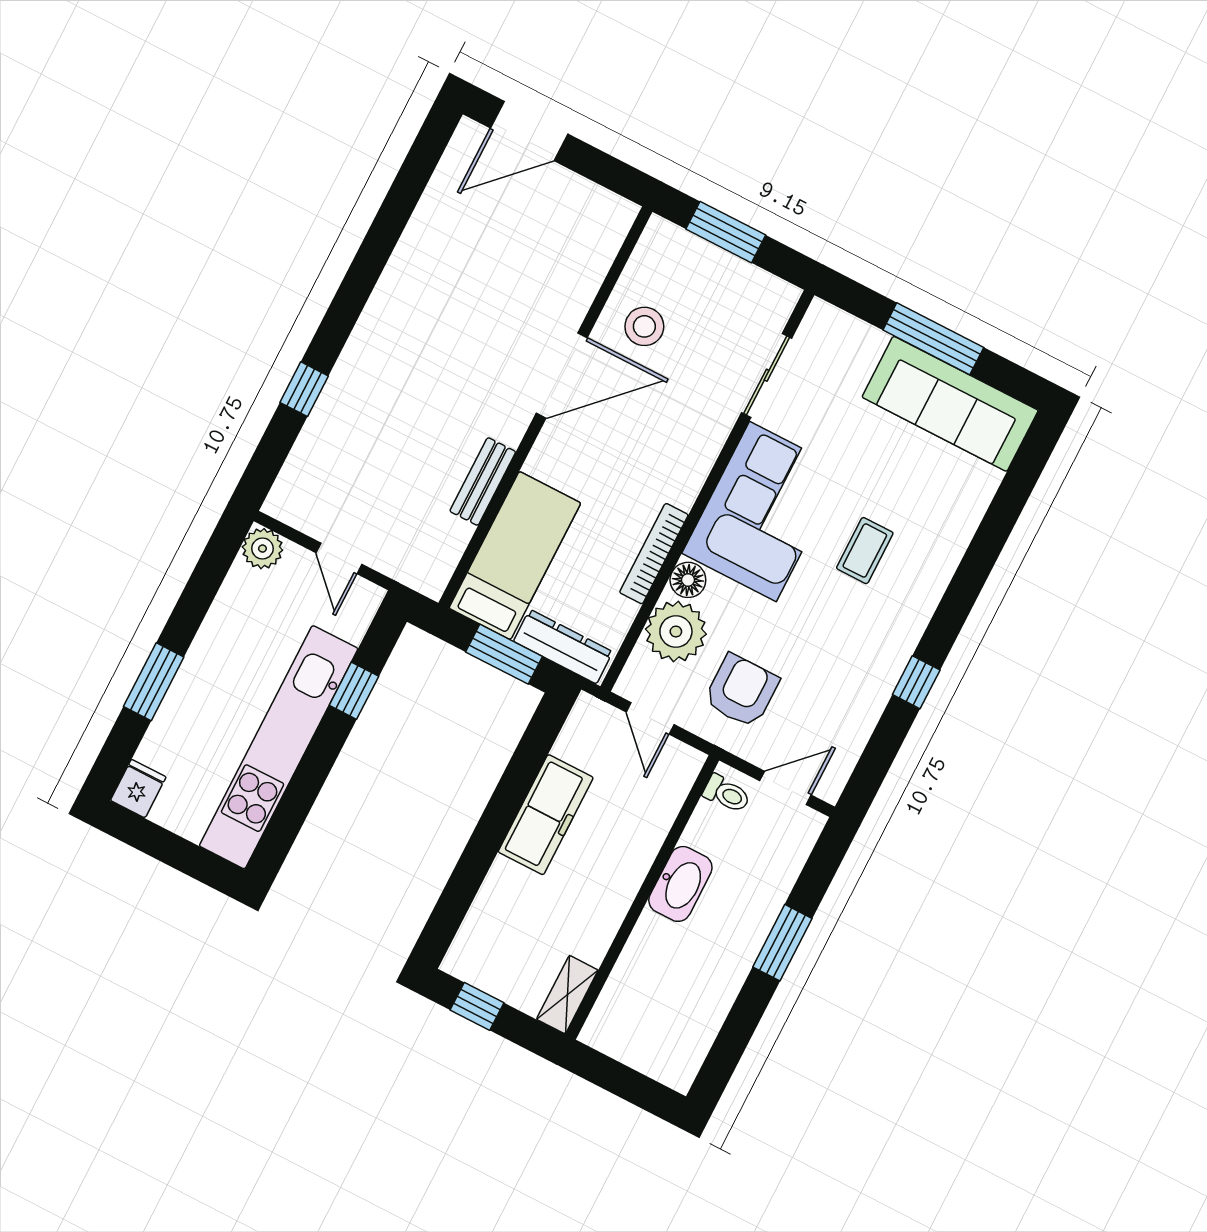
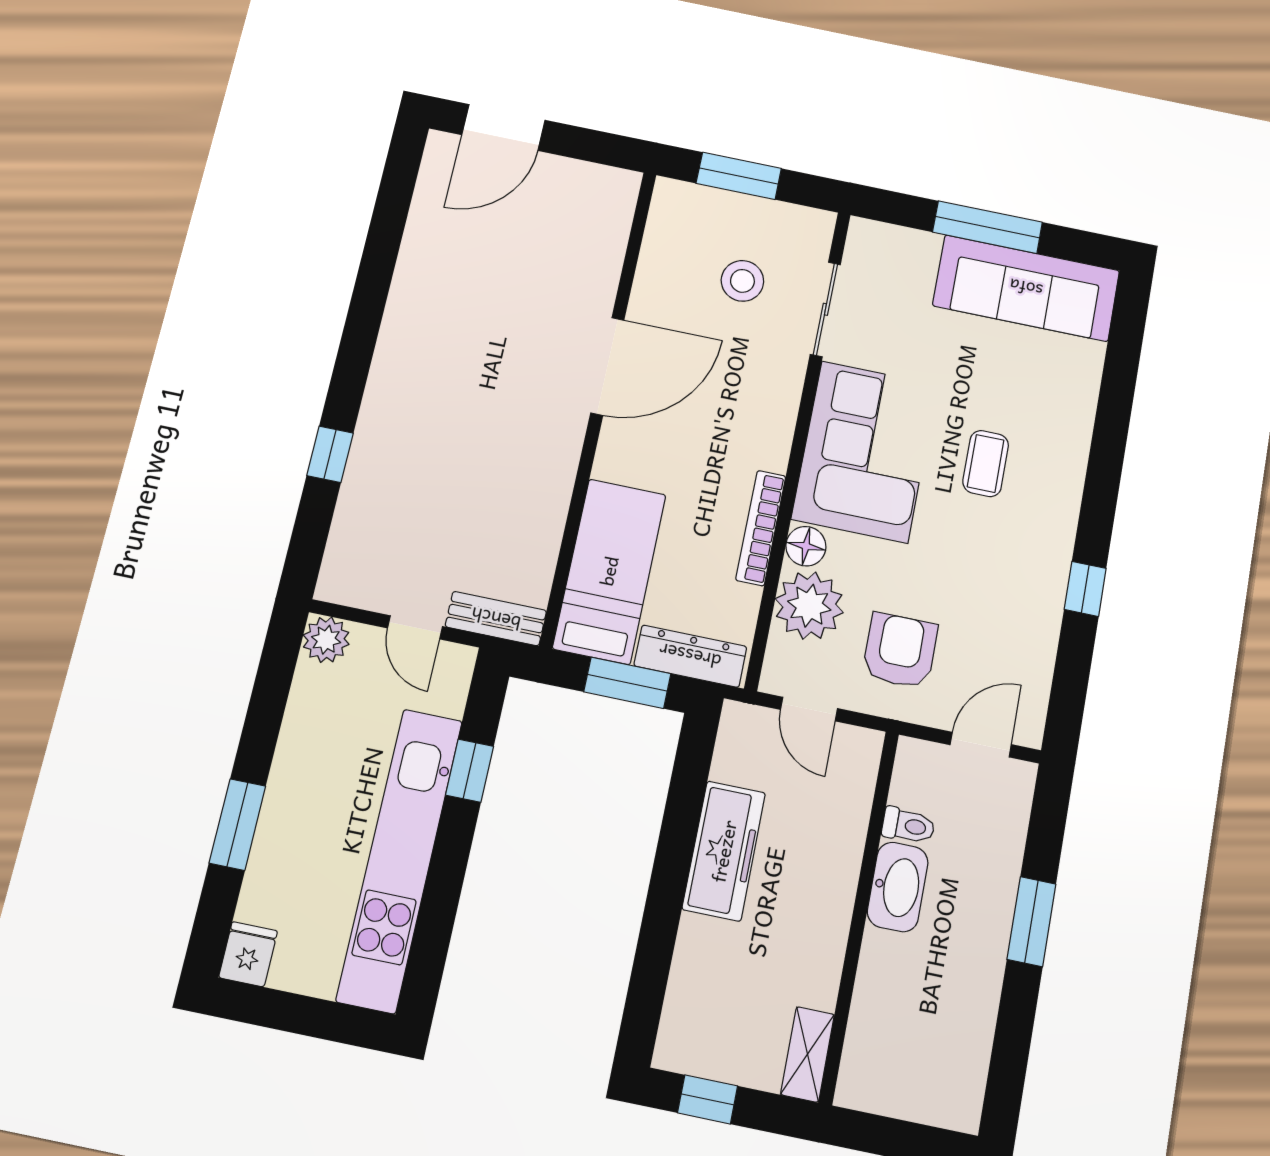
stool: (644, 326) -> (742, 281), moved
bench: (483, 481) -> (496, 619), moved, turned 90
toilet: (727, 794) -> (908, 826), moved

